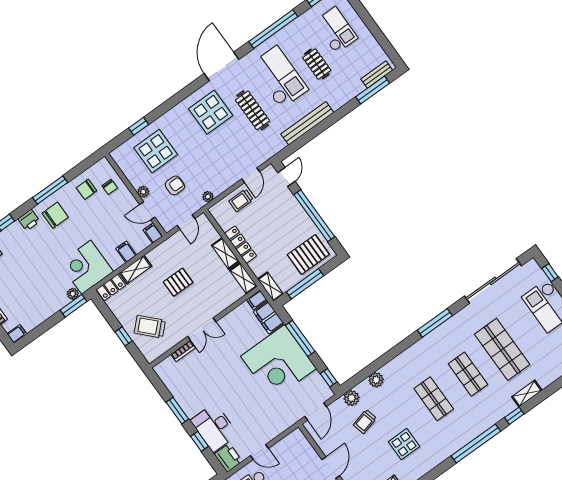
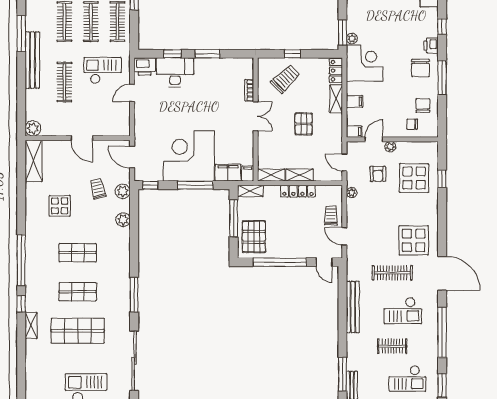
checkout: (279, 77) -> (403, 311), width x0.73, depth x0.83
double door: (202, 329) -> (256, 116), swing flipped

